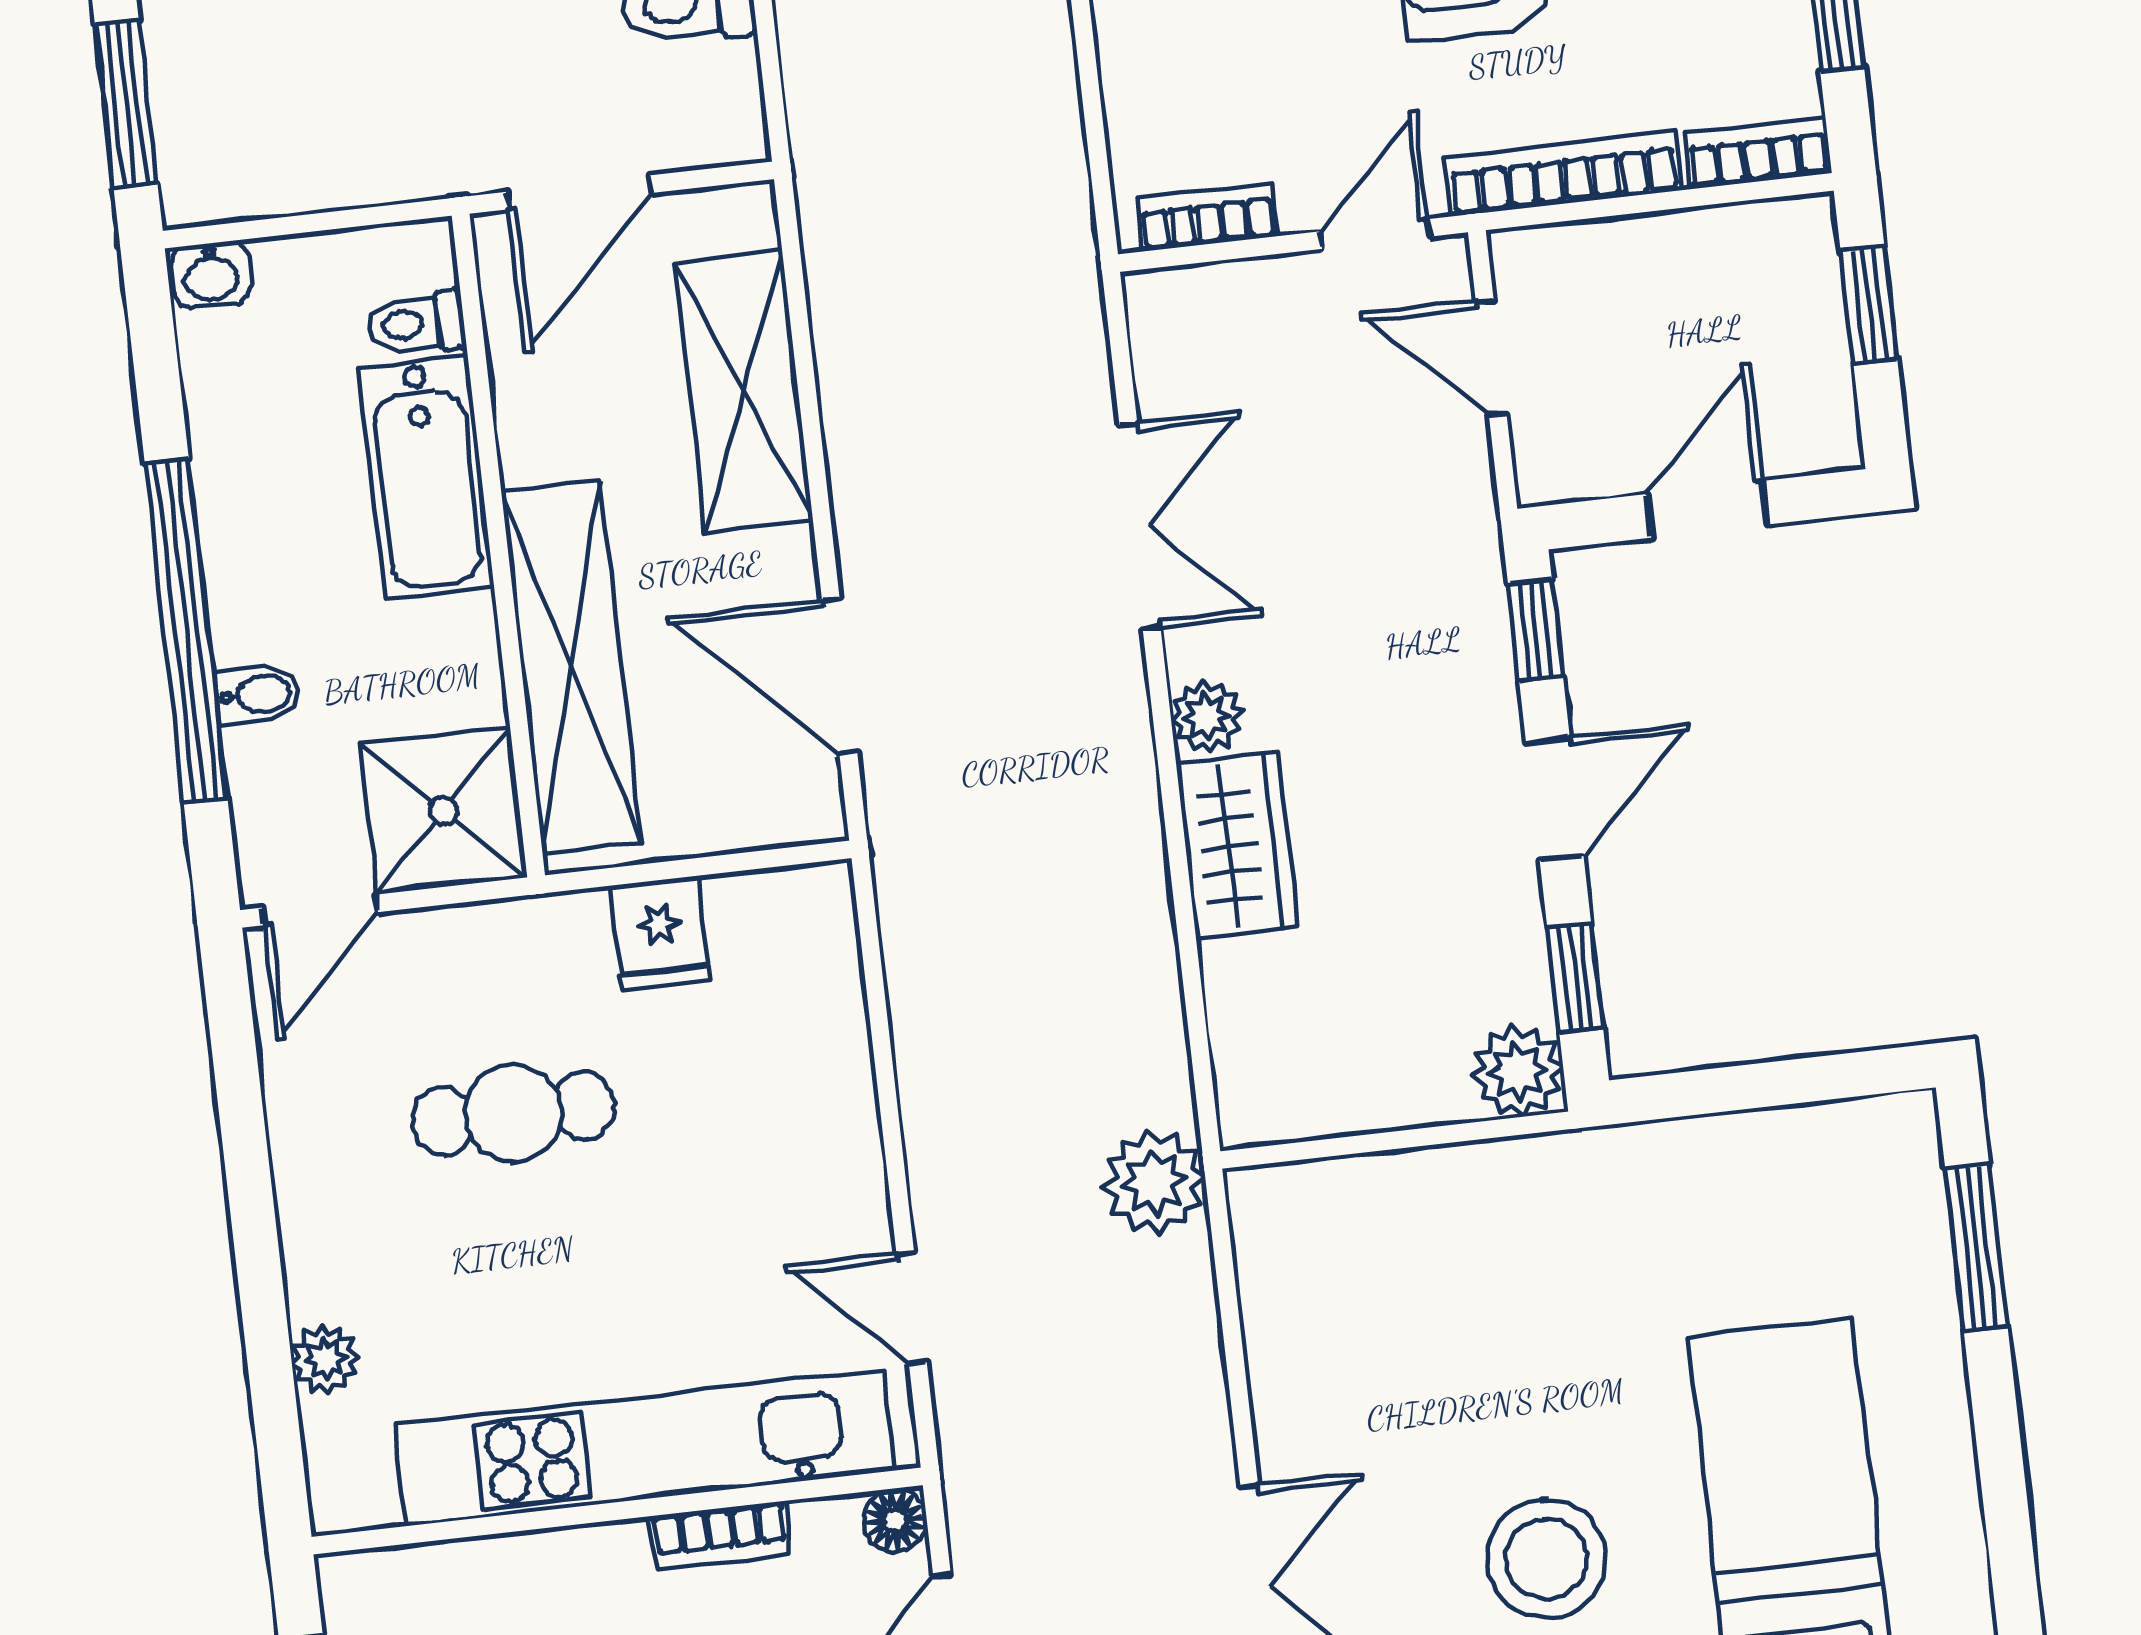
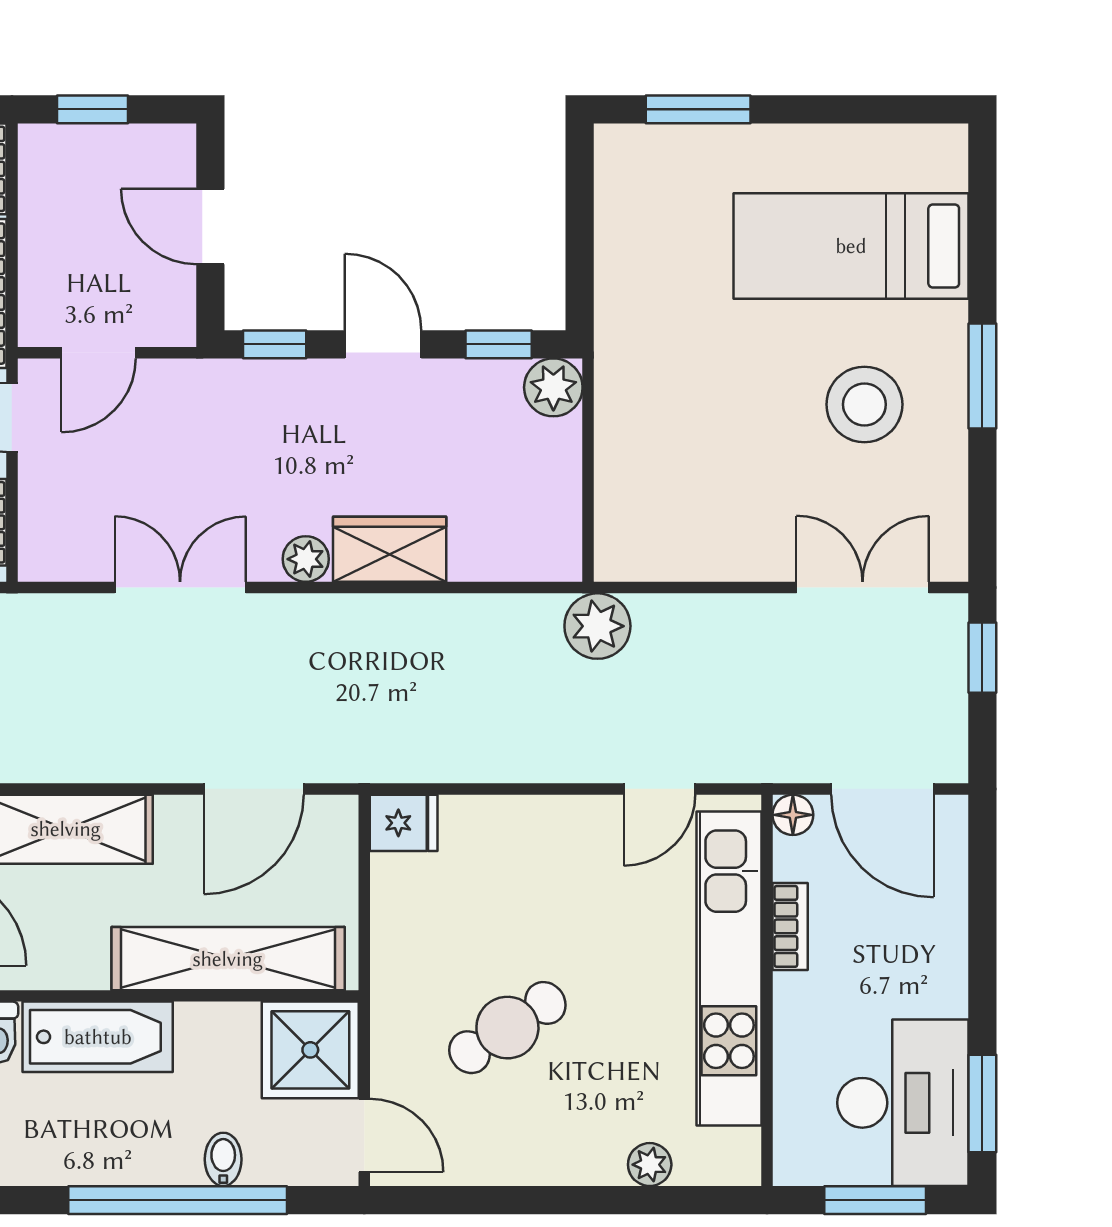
fridge: (660, 933) -> (404, 823), moved
cafe table: (513, 1114) -> (507, 1028), turned 57

